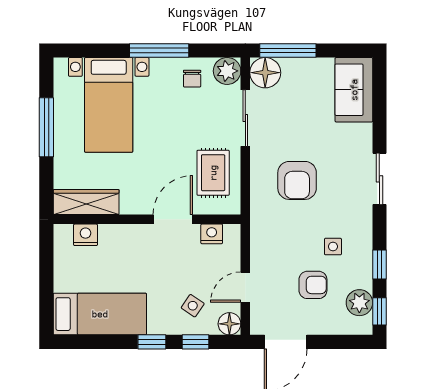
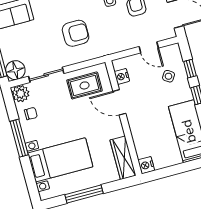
nightstand: (86, 235) -> (146, 165), moved
floor lamp: (229, 324) -> (173, 51), removed

